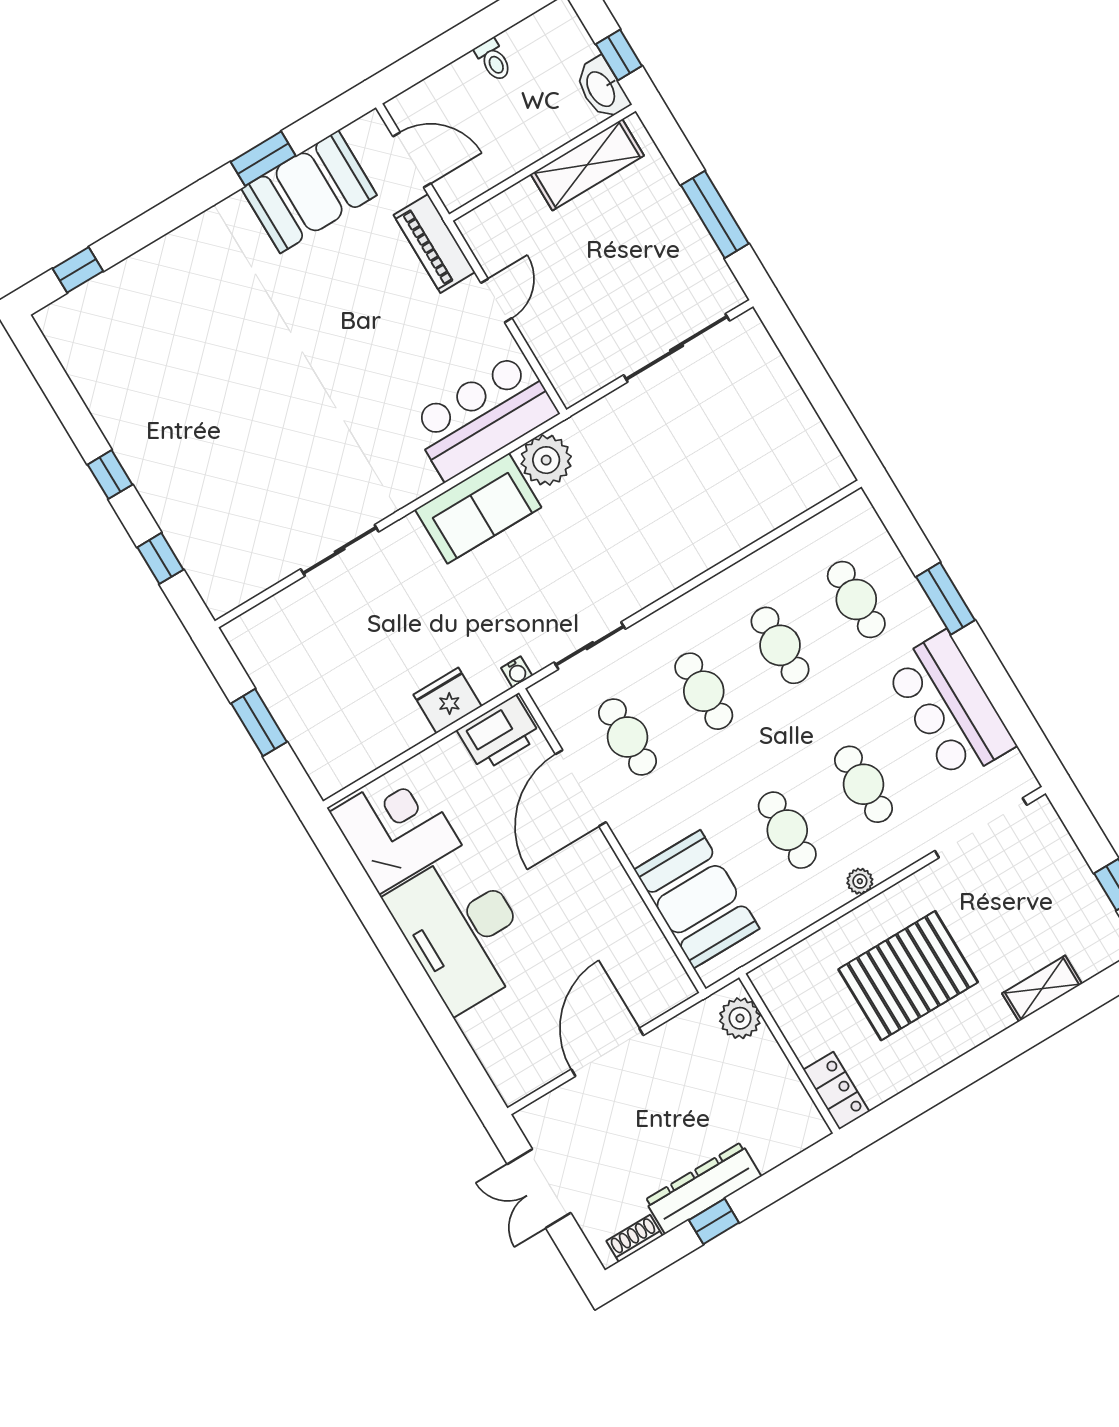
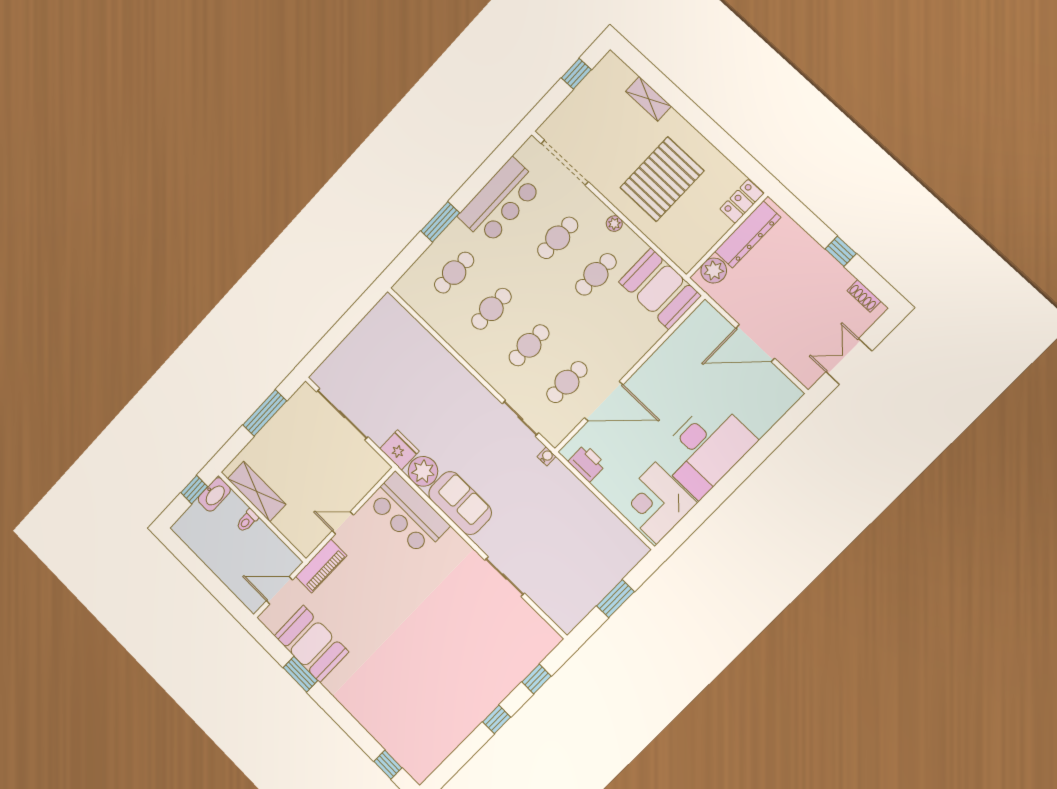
toilet: (493, 60) -> (247, 521), moved, turned 180
door: (412, 160) -> (279, 590), hinge flipped
fridge: (447, 700) -> (399, 450), moved, turned 180
printer: (499, 733) -> (587, 463), width x0.73, depth x0.84
booth: (697, 899) -> (660, 289), moved, turned 90
pallet: (908, 976) -> (662, 179), turned 90
double door: (539, 1188) -> (849, 361), swing flipped
dresser: (703, 1188) -> (748, 234), moved, turned -90

